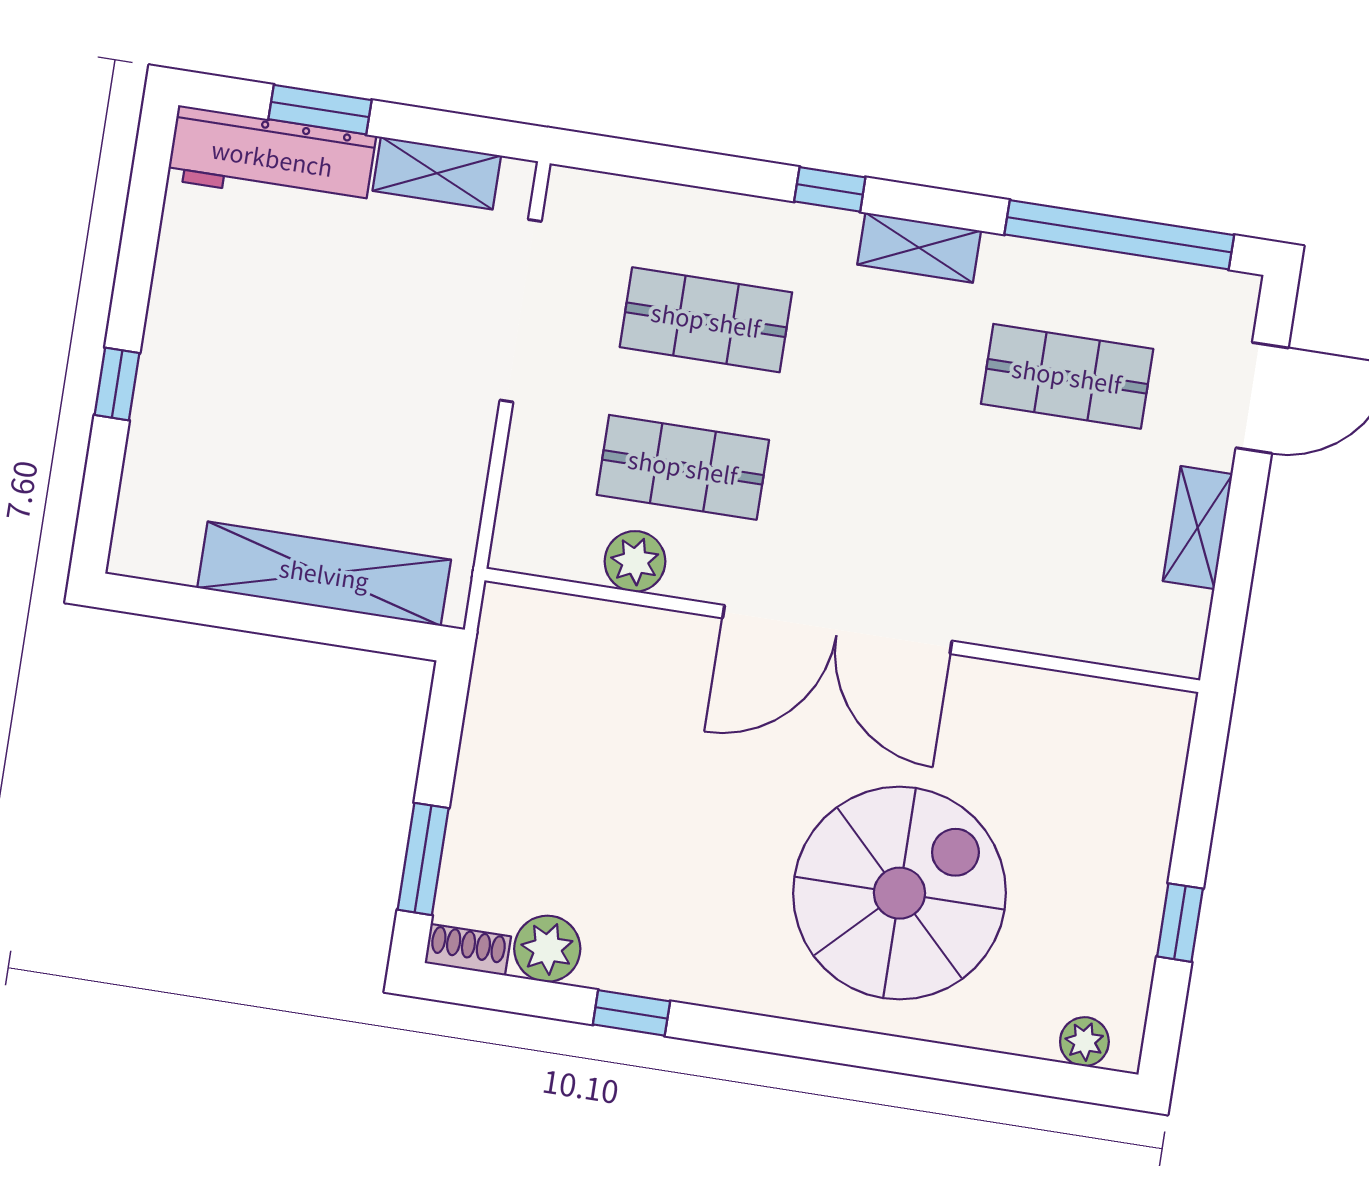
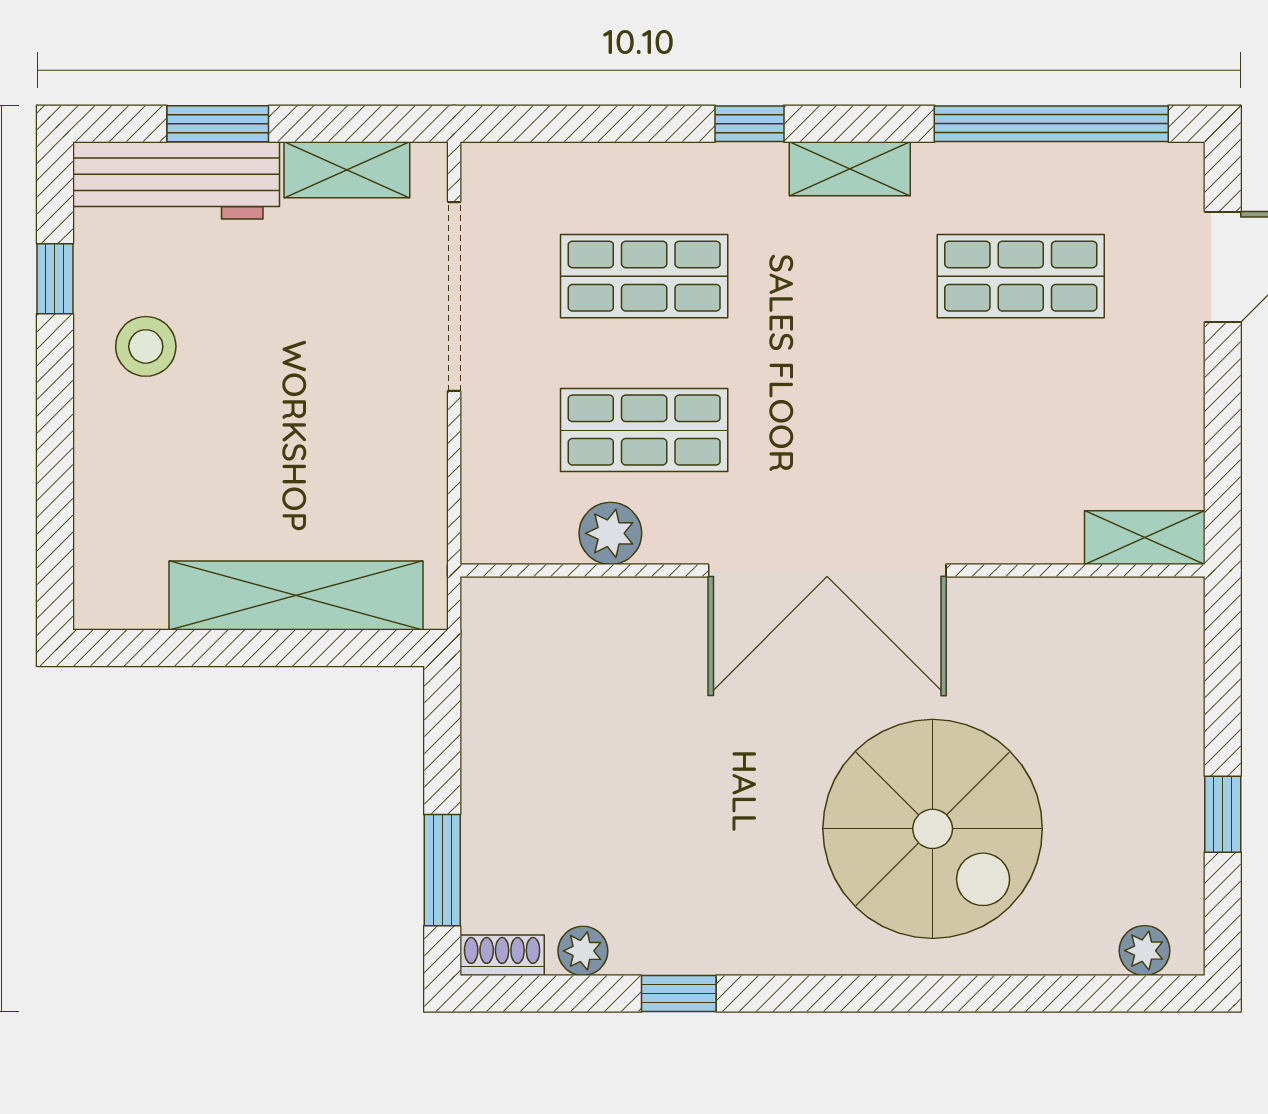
stool: (218, 312) -> (146, 346), added
window: (117, 384) -> (55, 279), moved
shelving: (1198, 528) -> (1145, 538), moved, turned 90
spiral stairs: (899, 893) -> (933, 829), turned 90
plant: (547, 949) -> (583, 951), width x0.73, depth x0.73

